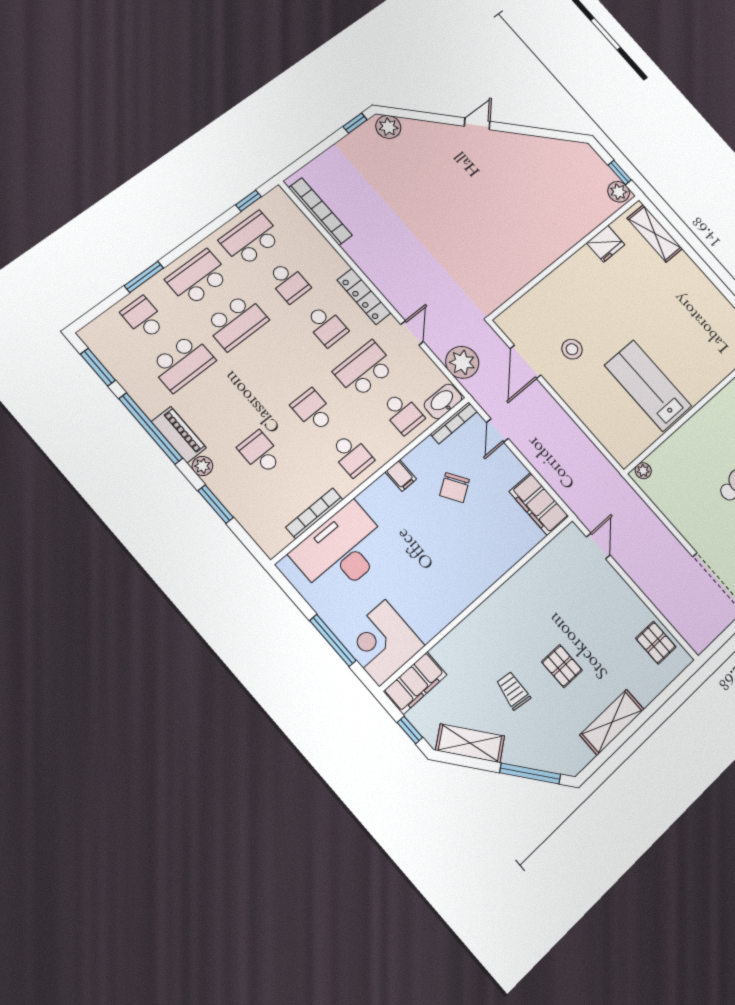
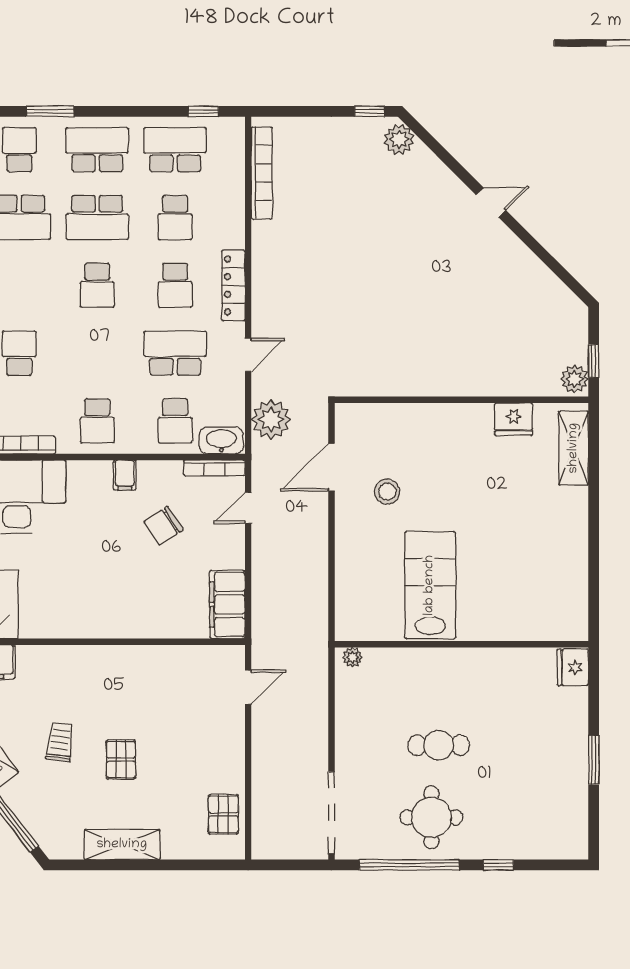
school desk: (313, 410) -> (97, 285), moved, turned 180

